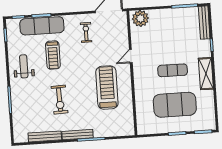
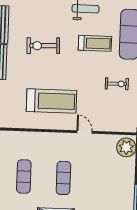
treadmill: (53, 55) -> (95, 43), turned 180
exercise mat: (175, 105) -> (24, 176), width x0.50, depth x0.69

